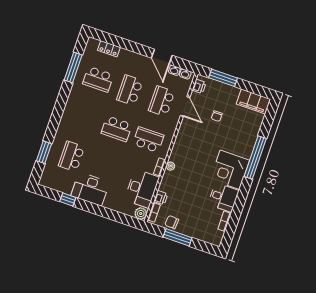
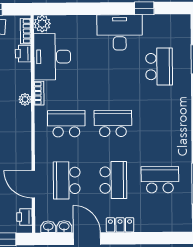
locker: (109, 49) -> (120, 225), moved
school desk: (162, 101) -> (67, 180), turned 180
school desk: (148, 140) -> (66, 124), turned 180

